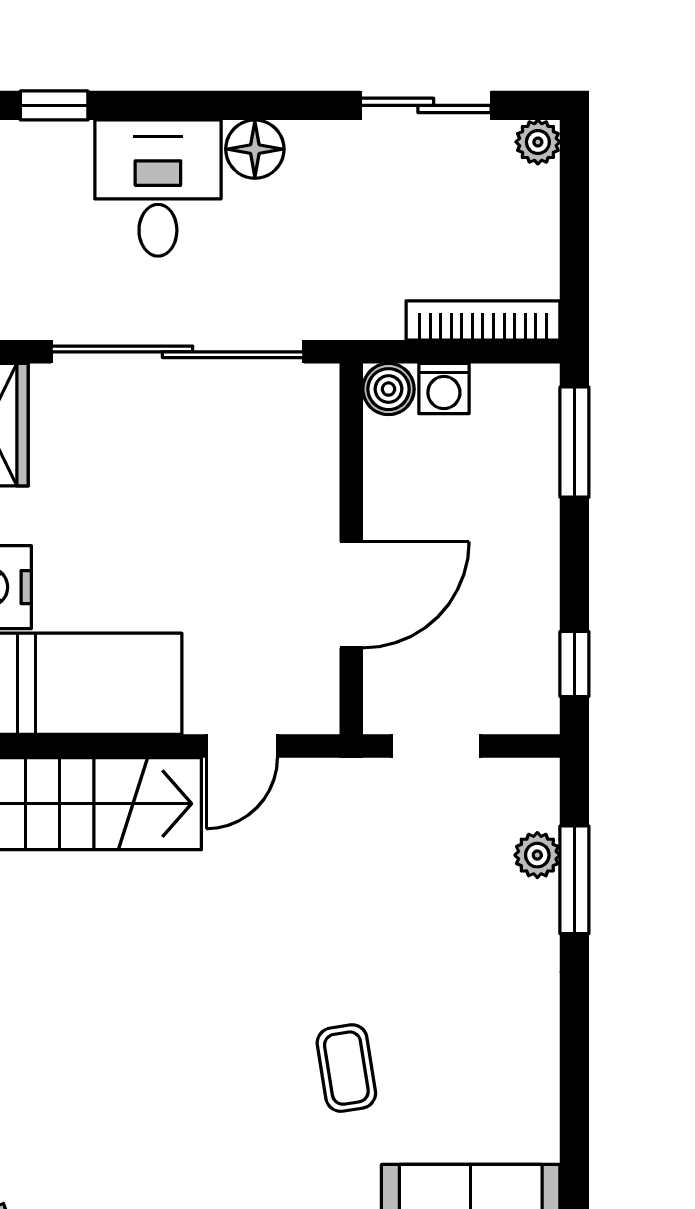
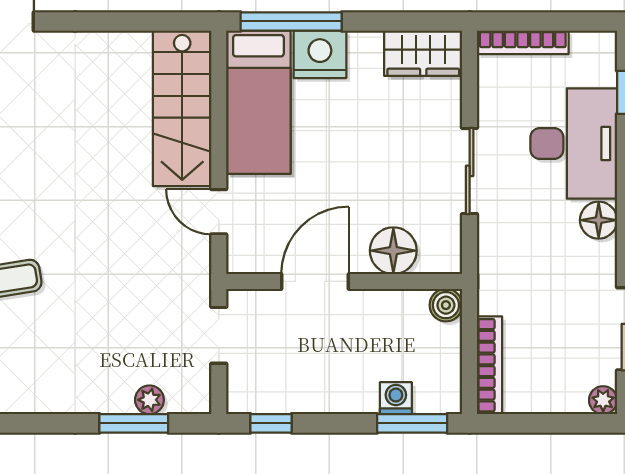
desk: (158, 188) -> (574, 144), width x1.37
sliding door: (177, 352) -> (470, 171), width x0.54
washing machine: (444, 389) -> (396, 398), moved, turned 90
floor lamp: (303, 472) -> (393, 251), added
door: (351, 595) -> (315, 281), swing flipped

